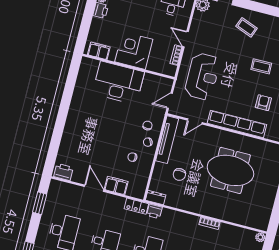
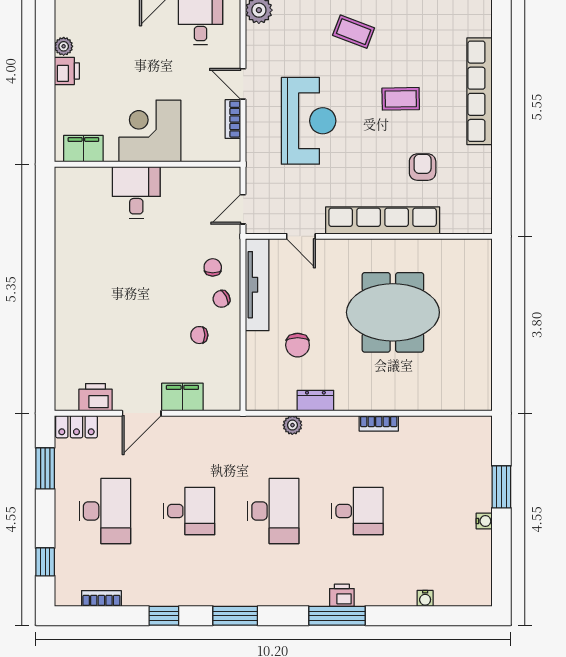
reception desk: (202, 76) -> (309, 121), moved
desk: (118, 83) -> (136, 192), width x0.53, depth x0.77
door: (195, 121) -> (301, 236), hinge flipped
printer: (63, 172) -> (96, 397), moved
door: (94, 188) -> (142, 413), swing flipped
dresser: (156, 198) -> (315, 401), moved
locker: (136, 206) -> (76, 427), moved
printer: (154, 211) -> (268, 427), removed
plant: (260, 237) -> (292, 425), moved

